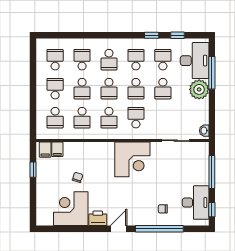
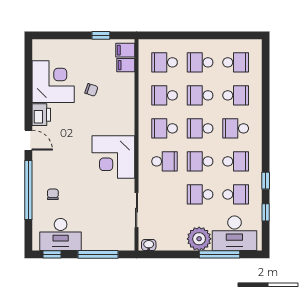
school desk: (55, 89) -> (200, 62), turned 180

